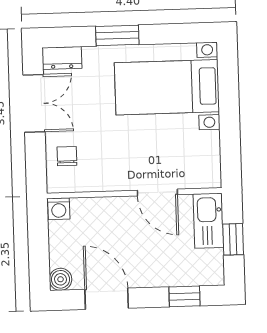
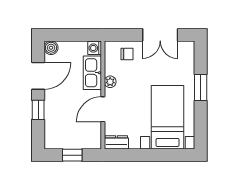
dresser: (62, 58) -> (116, 142), moved, turned 90
plant: (113, 182) -> (110, 82), added
kitchen sink: (208, 221) -> (92, 73), moved, turned -90
window: (185, 296) -> (38, 110), moved

